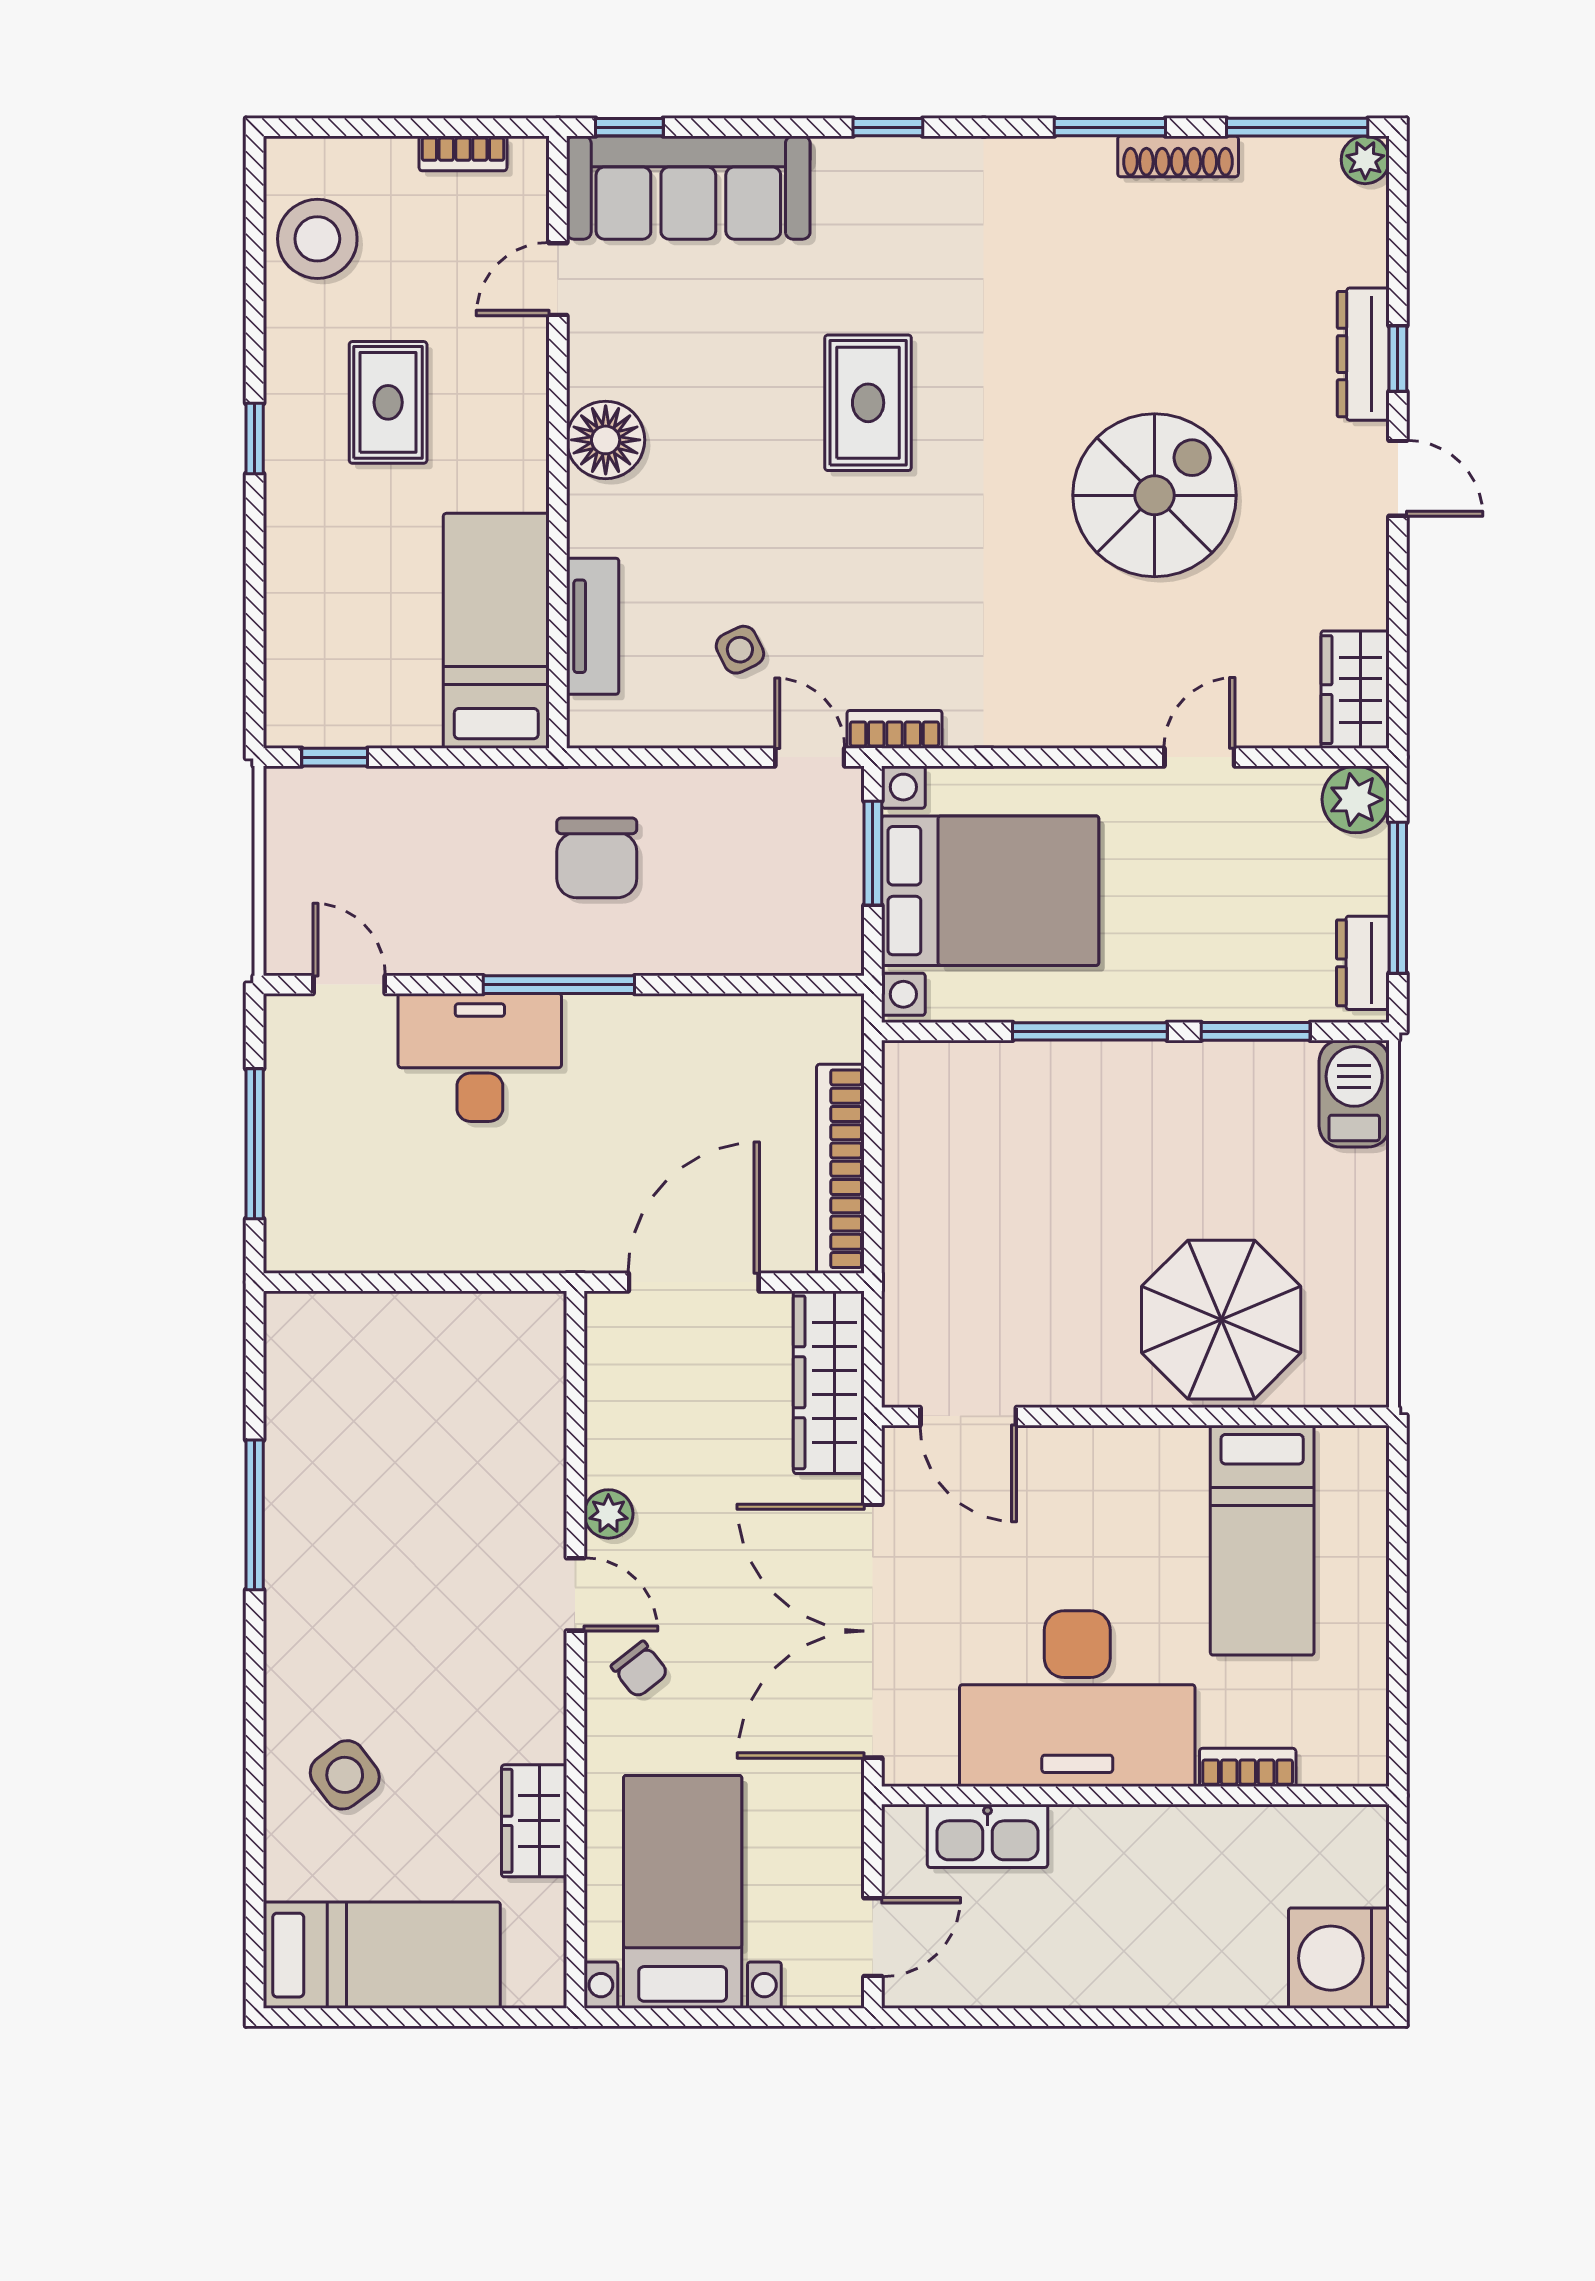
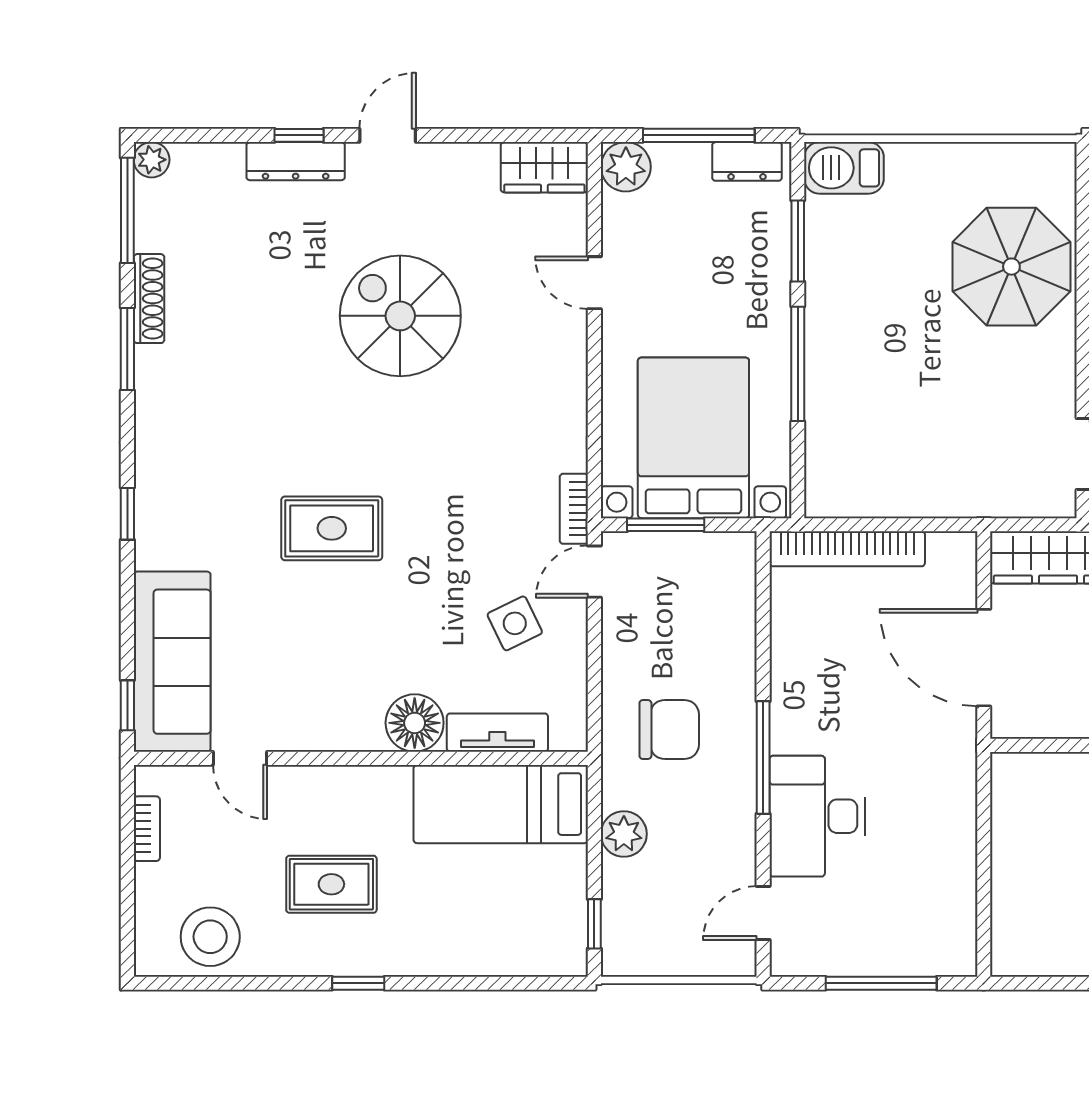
floor lamp: (606, 440) -> (415, 723), moved
side table: (740, 650) -> (515, 623), width x1.37, depth x1.37
plant: (456, 797) -> (624, 834), added
bookcase: (840, 1169) -> (847, 549), moved

